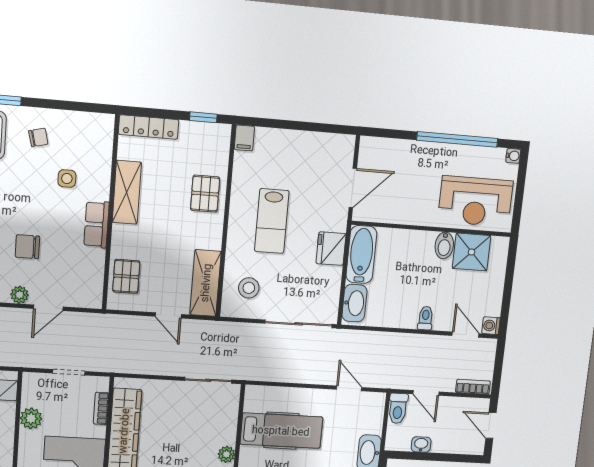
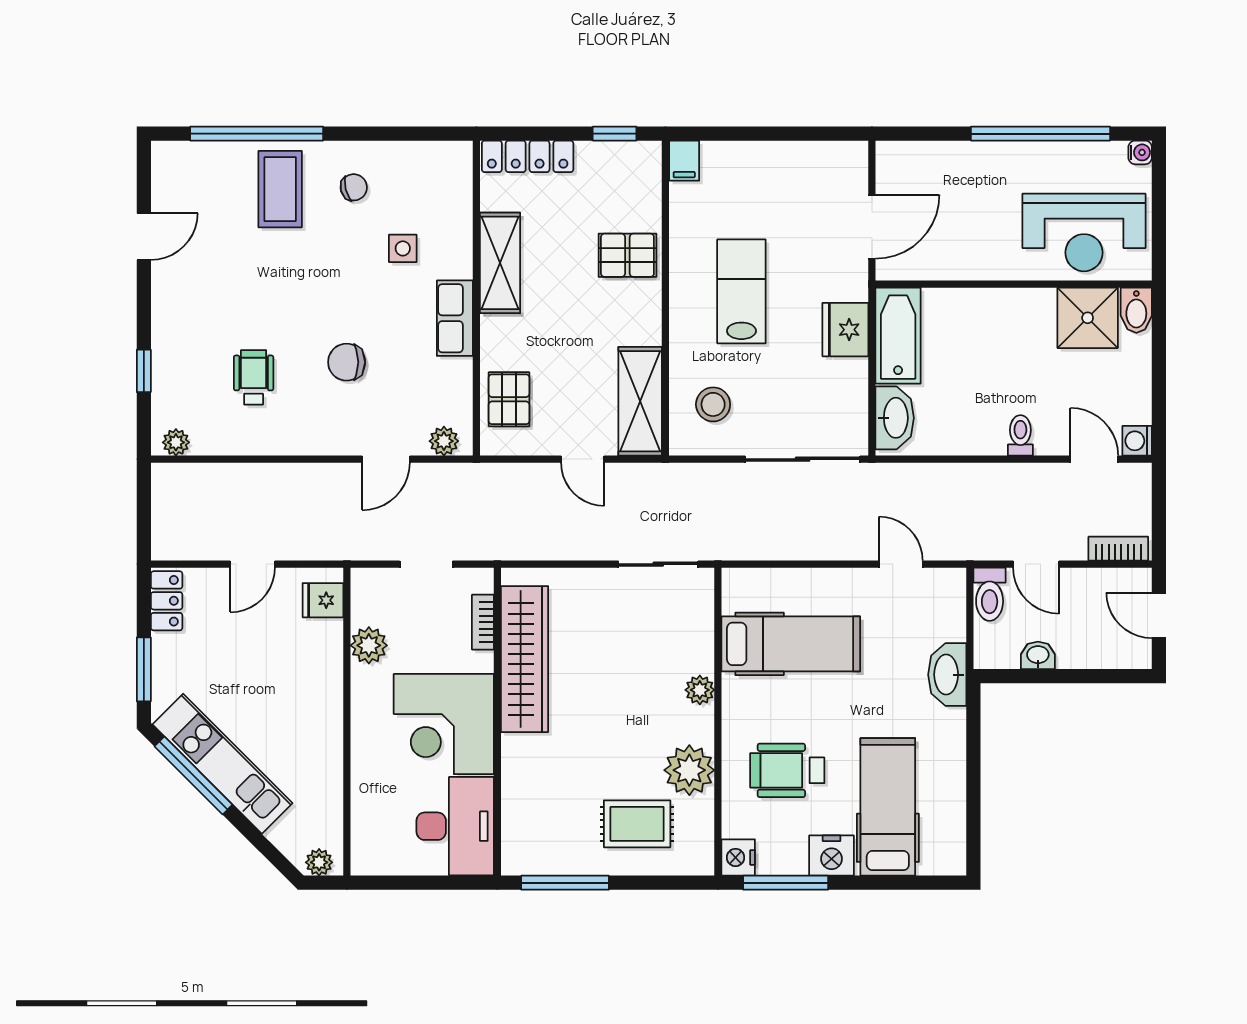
pallet: (205, 194) -> (627, 255), turned 90
lab bench: (272, 221) -> (741, 291), turned 180
bidet: (444, 245) -> (1136, 310), moved
plant: (19, 295) -> (444, 441), moved

